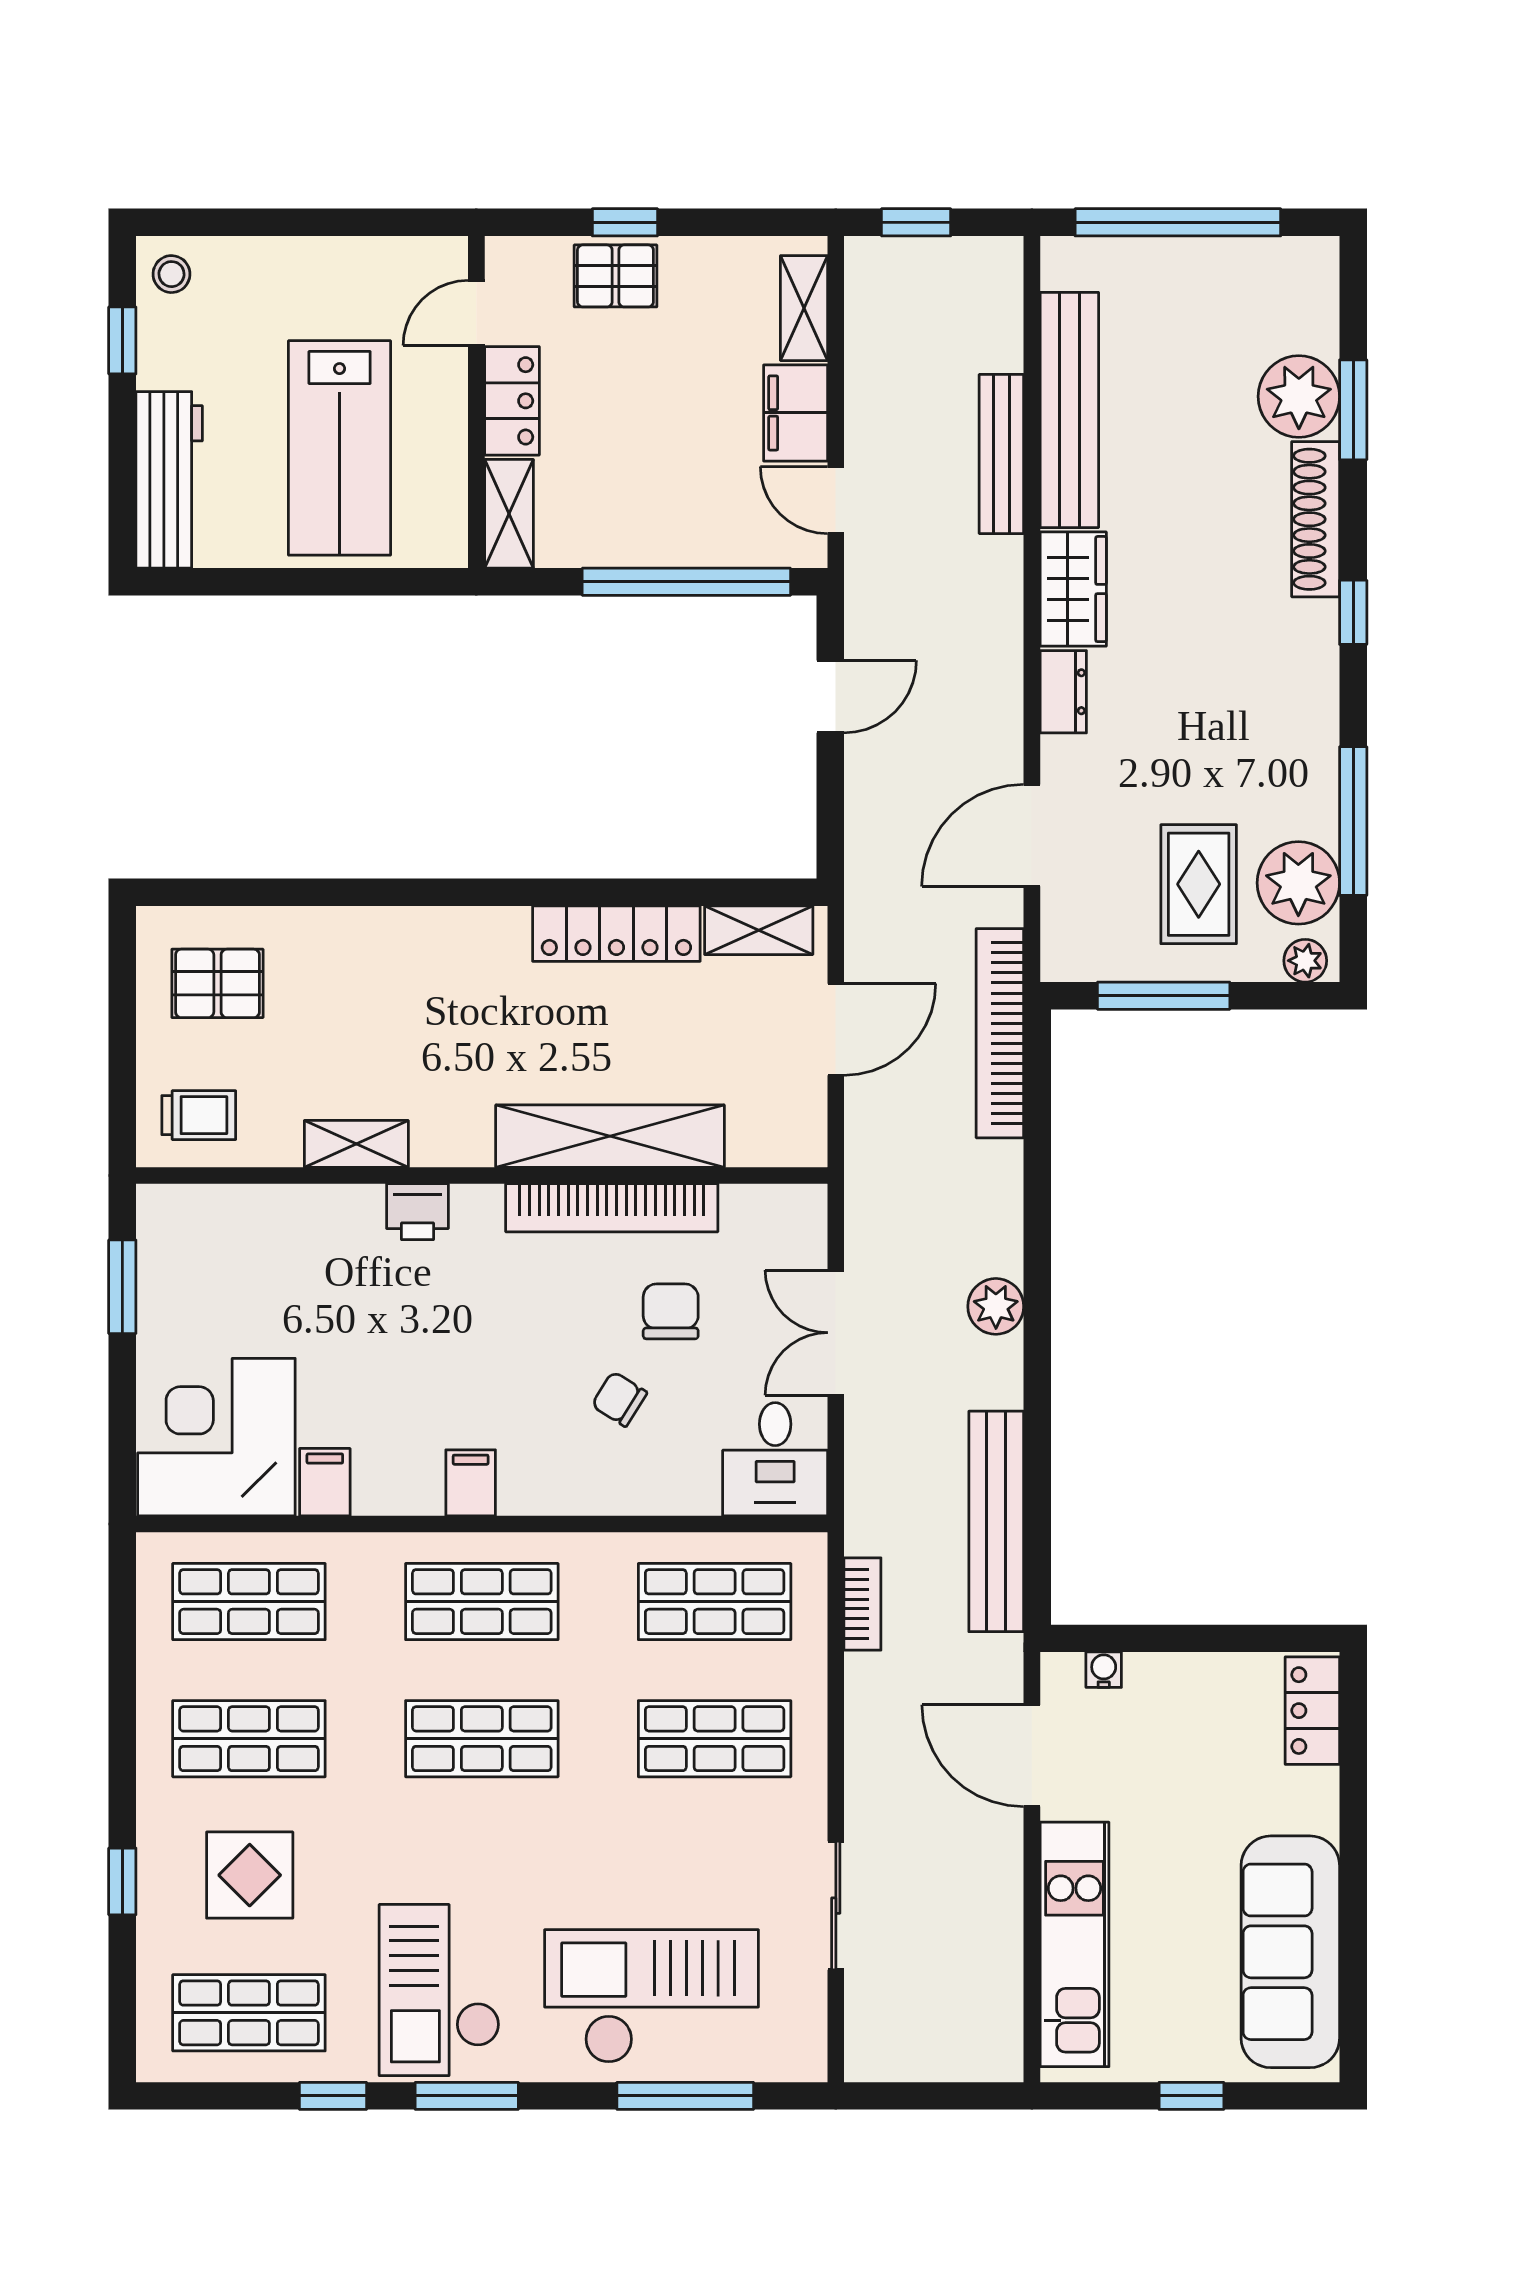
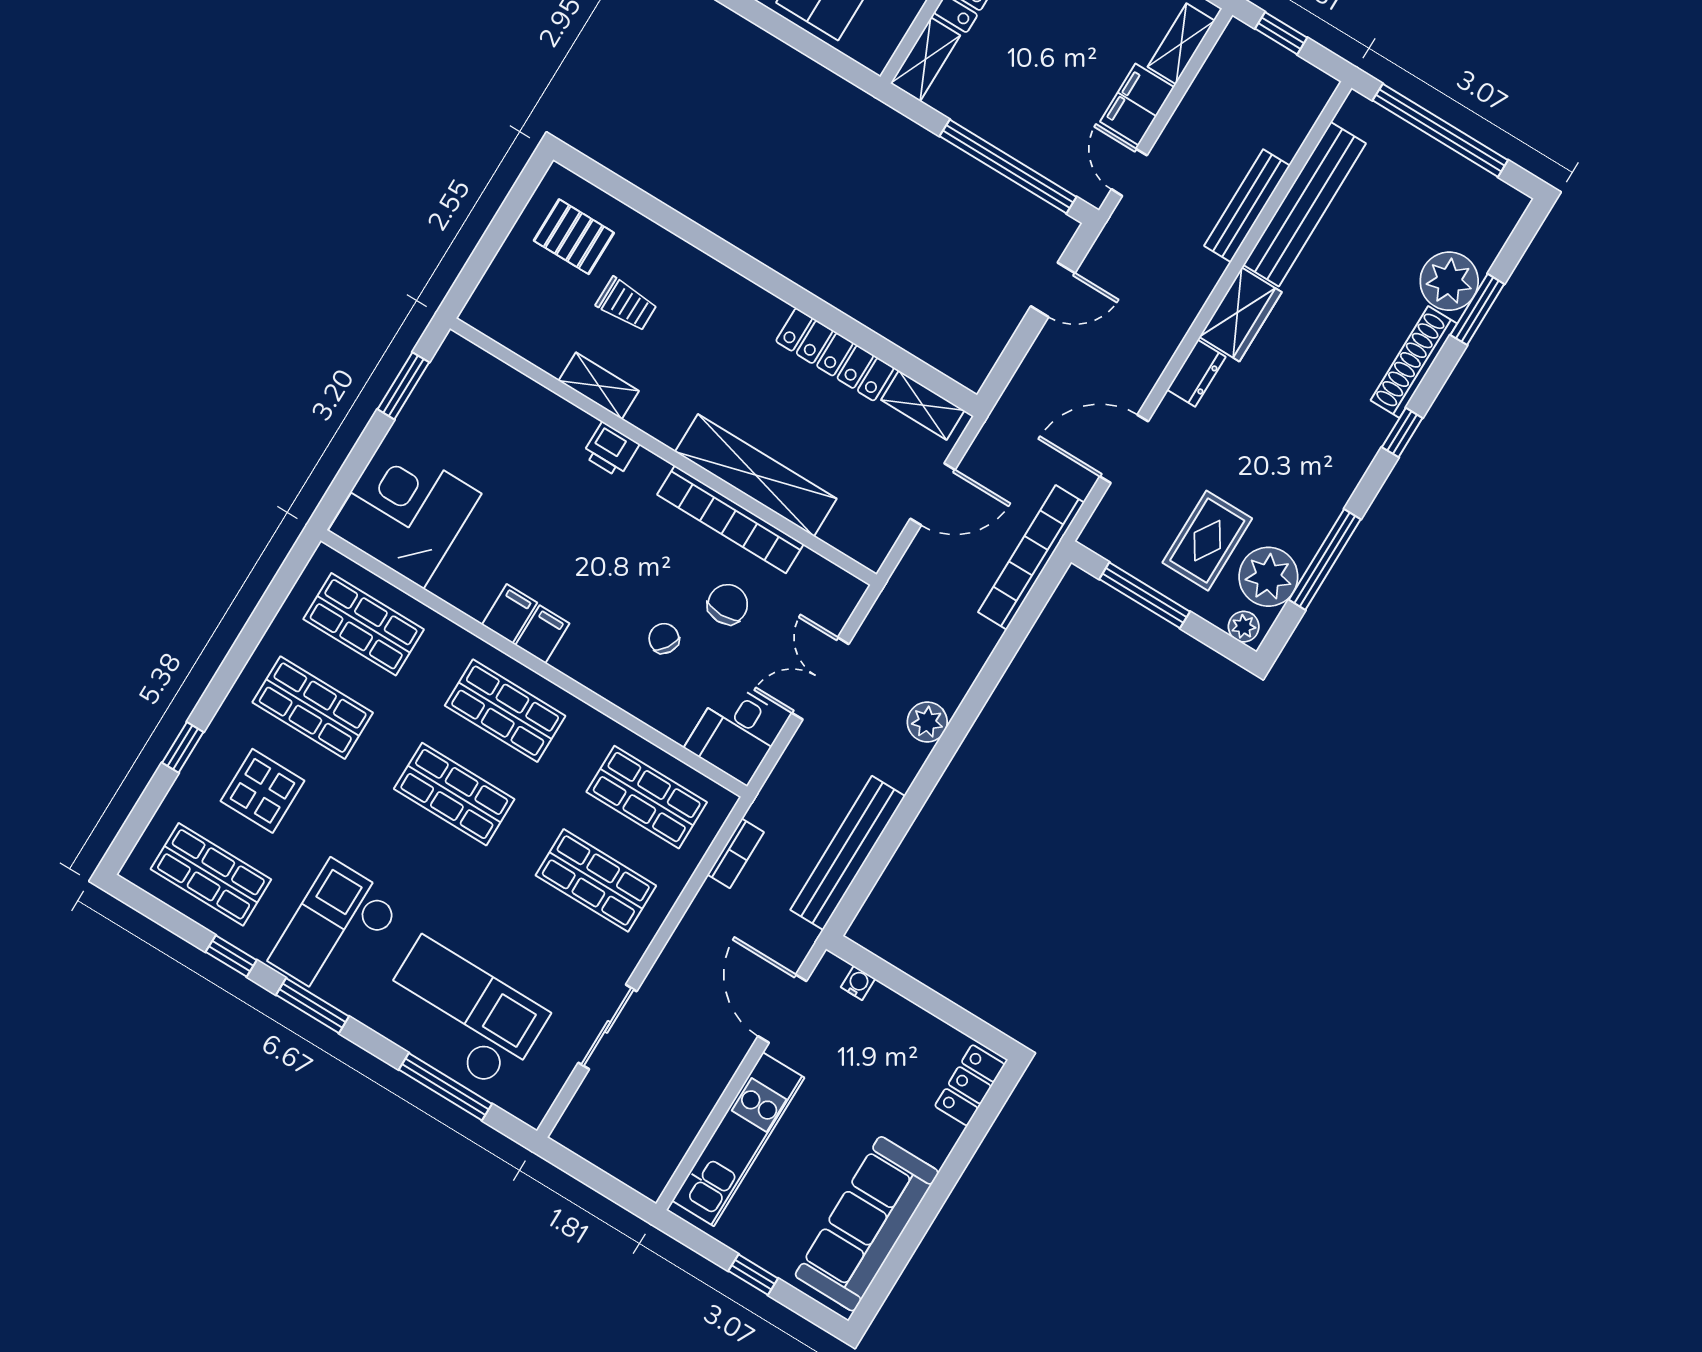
trolley: (199, 1115) -> (626, 304), moved
filing cabinet: (325, 1482) -> (510, 614), moved

